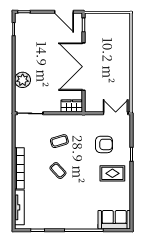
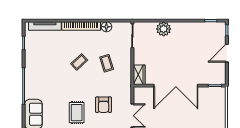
door: (64, 12) -> (227, 53), moved
double door: (83, 67) -> (176, 86), swing flipped
floor lamp: (20, 141) -> (106, 27), added

